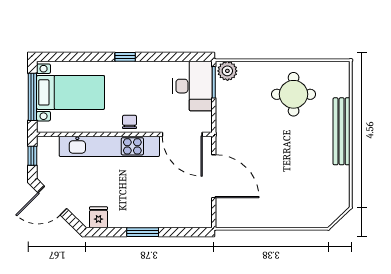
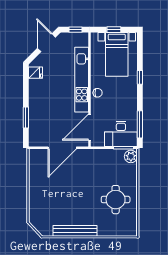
window: (125, 57) -> (140, 77), moved
window: (178, 57) -> (140, 124), added
window: (32, 97) -> (114, 30), width x0.46
bench: (342, 131) -> (75, 231), moved
window: (143, 232) -> (26, 117), moved

